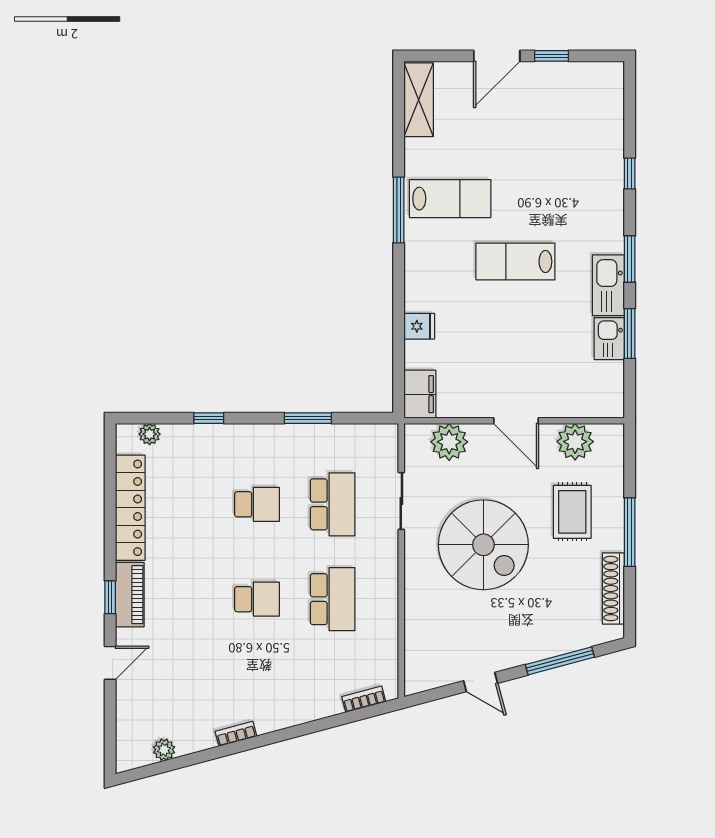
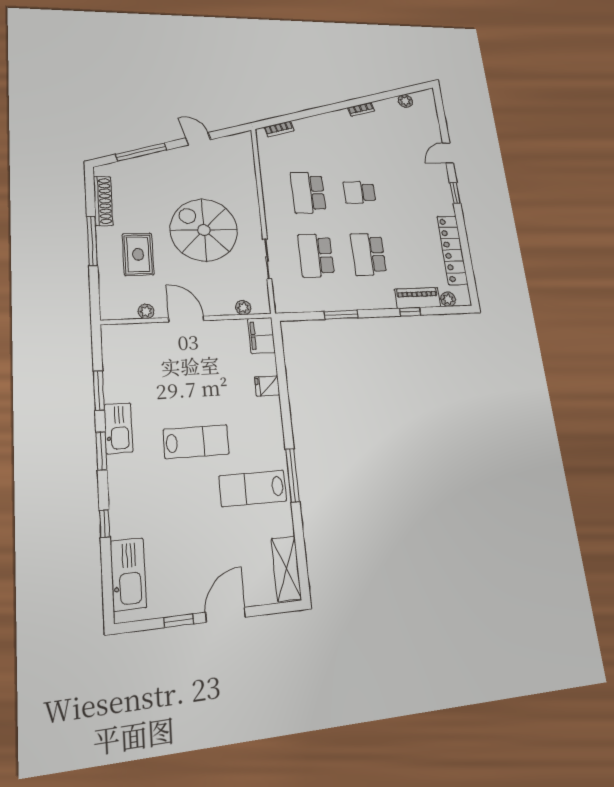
kitchen sink: (609, 339) -> (128, 574), moved, width x1.88, depth x1.24
plant: (449, 442) -> (243, 308), width x0.53, depth x0.53
plant: (575, 442) -> (146, 311), width x0.53, depth x0.53
school desk: (257, 504) -> (368, 254), width x1.85
piano: (130, 595) -> (418, 298), moved, turned 90

